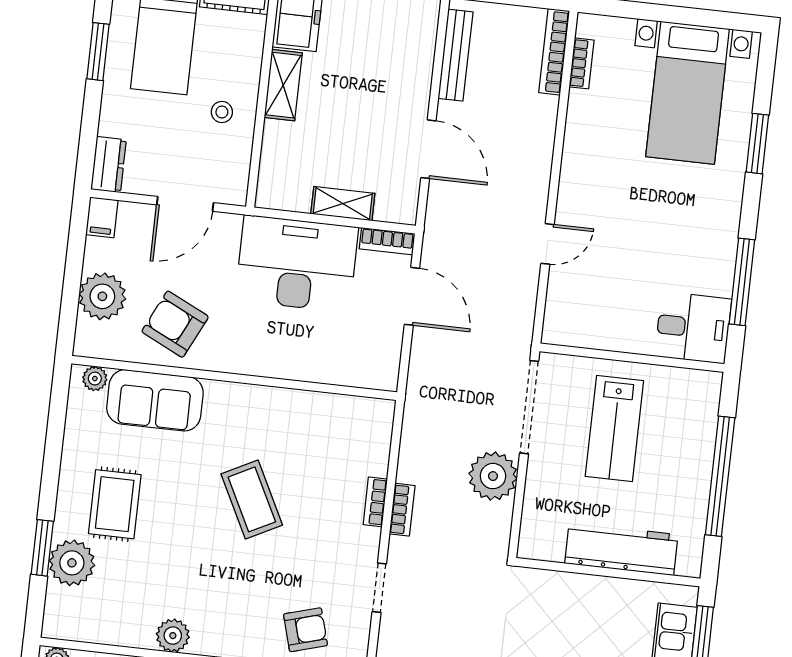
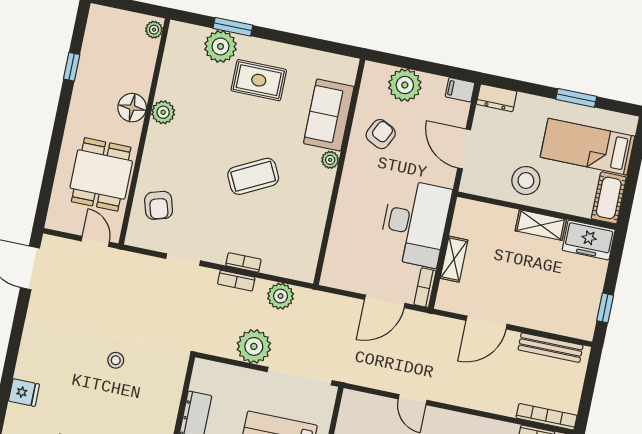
stool: (222, 112) -> (526, 181), width x1.89, depth x1.89
armchair: (175, 324) -> (381, 134), width x0.72, depth x0.72
plant: (95, 379) -> (330, 160), moved
plant: (418, 445) -> (281, 296), added

